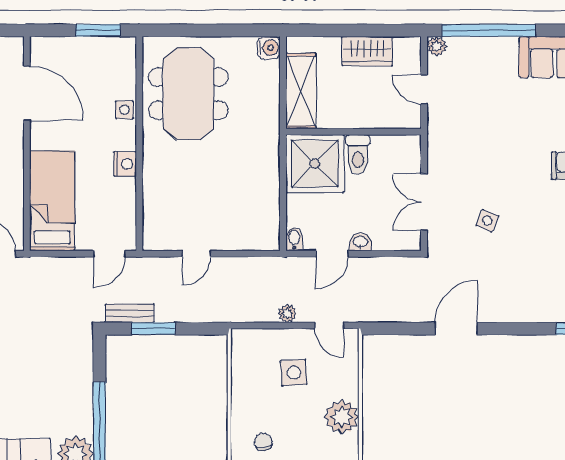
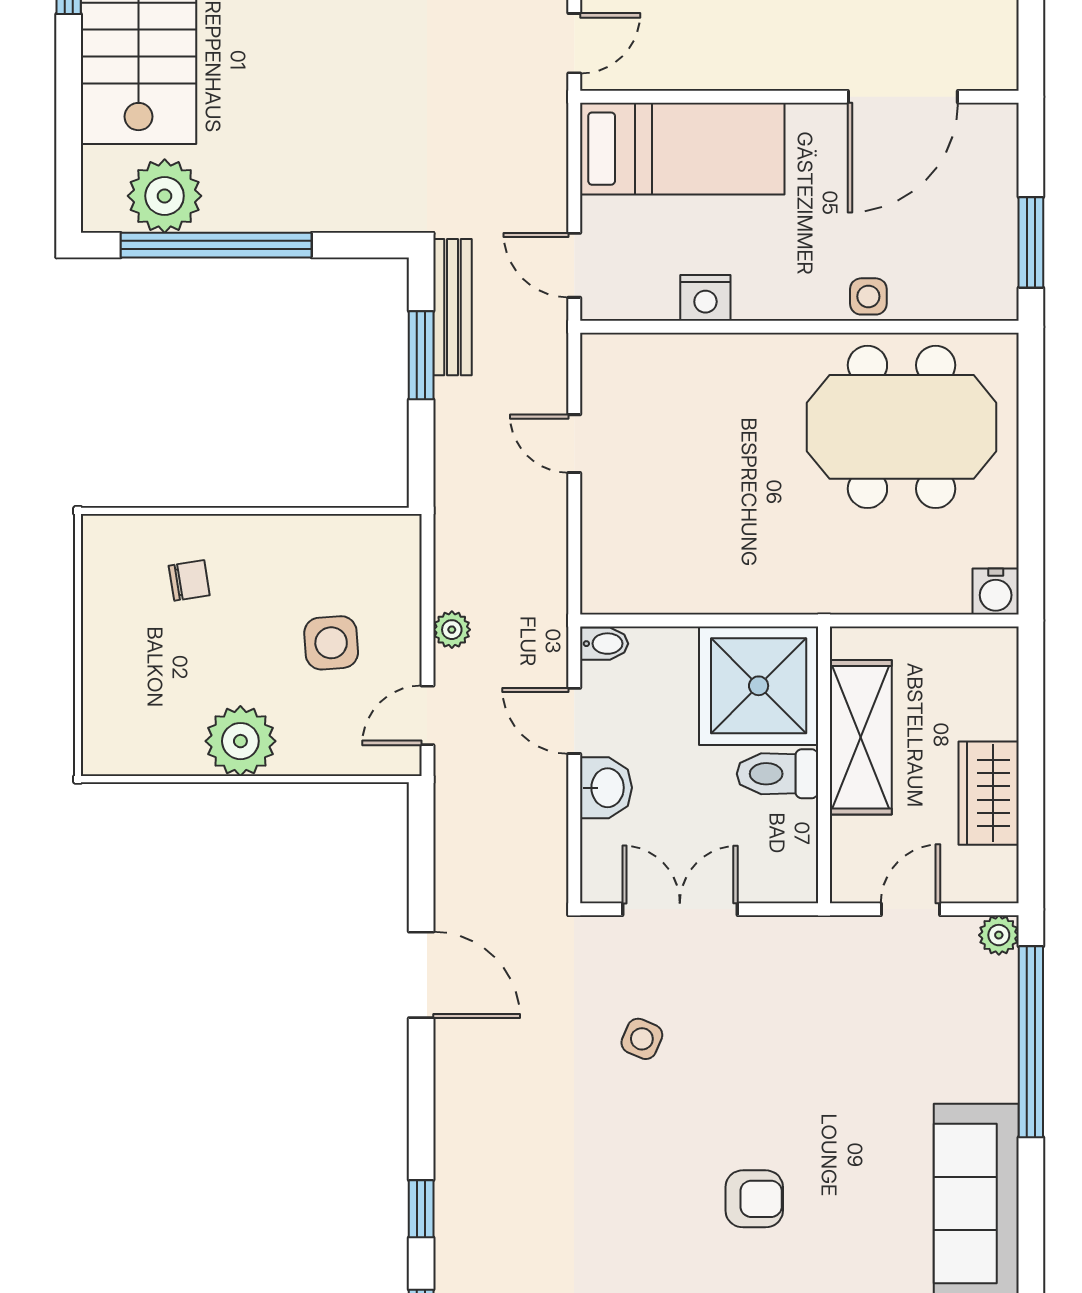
shelving: (301, 91) -> (861, 737), moved, turned 90
nightstand: (125, 164) -> (705, 298), moved
washbasin: (361, 242) -> (606, 788), width x1.38, depth x1.45
bench: (130, 313) -> (452, 307), width x1.36

